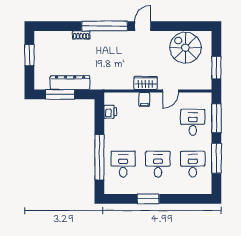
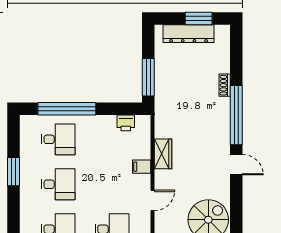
dresser: (70, 83) -> (189, 34), moved, turned 90
wardrobe: (146, 83) -> (163, 154), moved
door: (170, 91) -> (152, 200), swing flipped
window: (60, 94) -> (148, 77), moved

